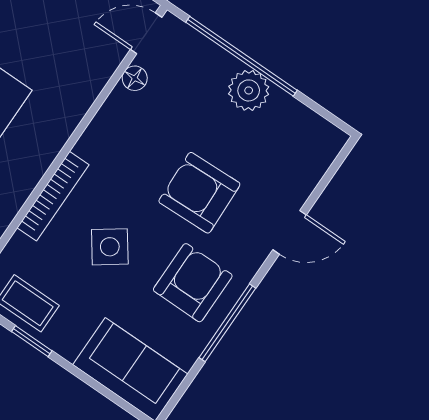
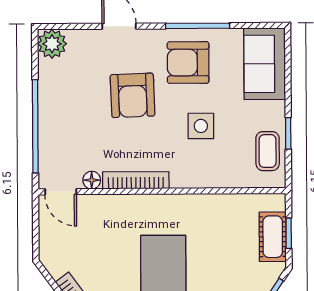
plant: (249, 90) -> (52, 44), moved
bookcase: (53, 196) -> (136, 180), moved
side table: (110, 247) -> (201, 126), turned 36

